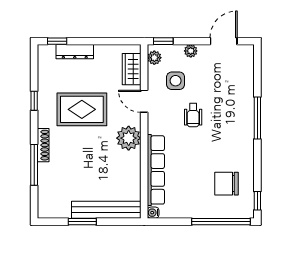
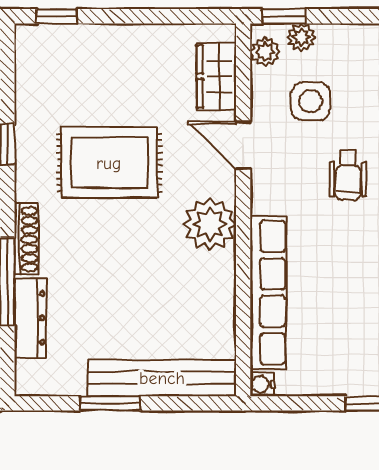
plant: (191, 51) -> (301, 37), moved
dresser: (75, 52) -> (30, 318), moved, turned -90

